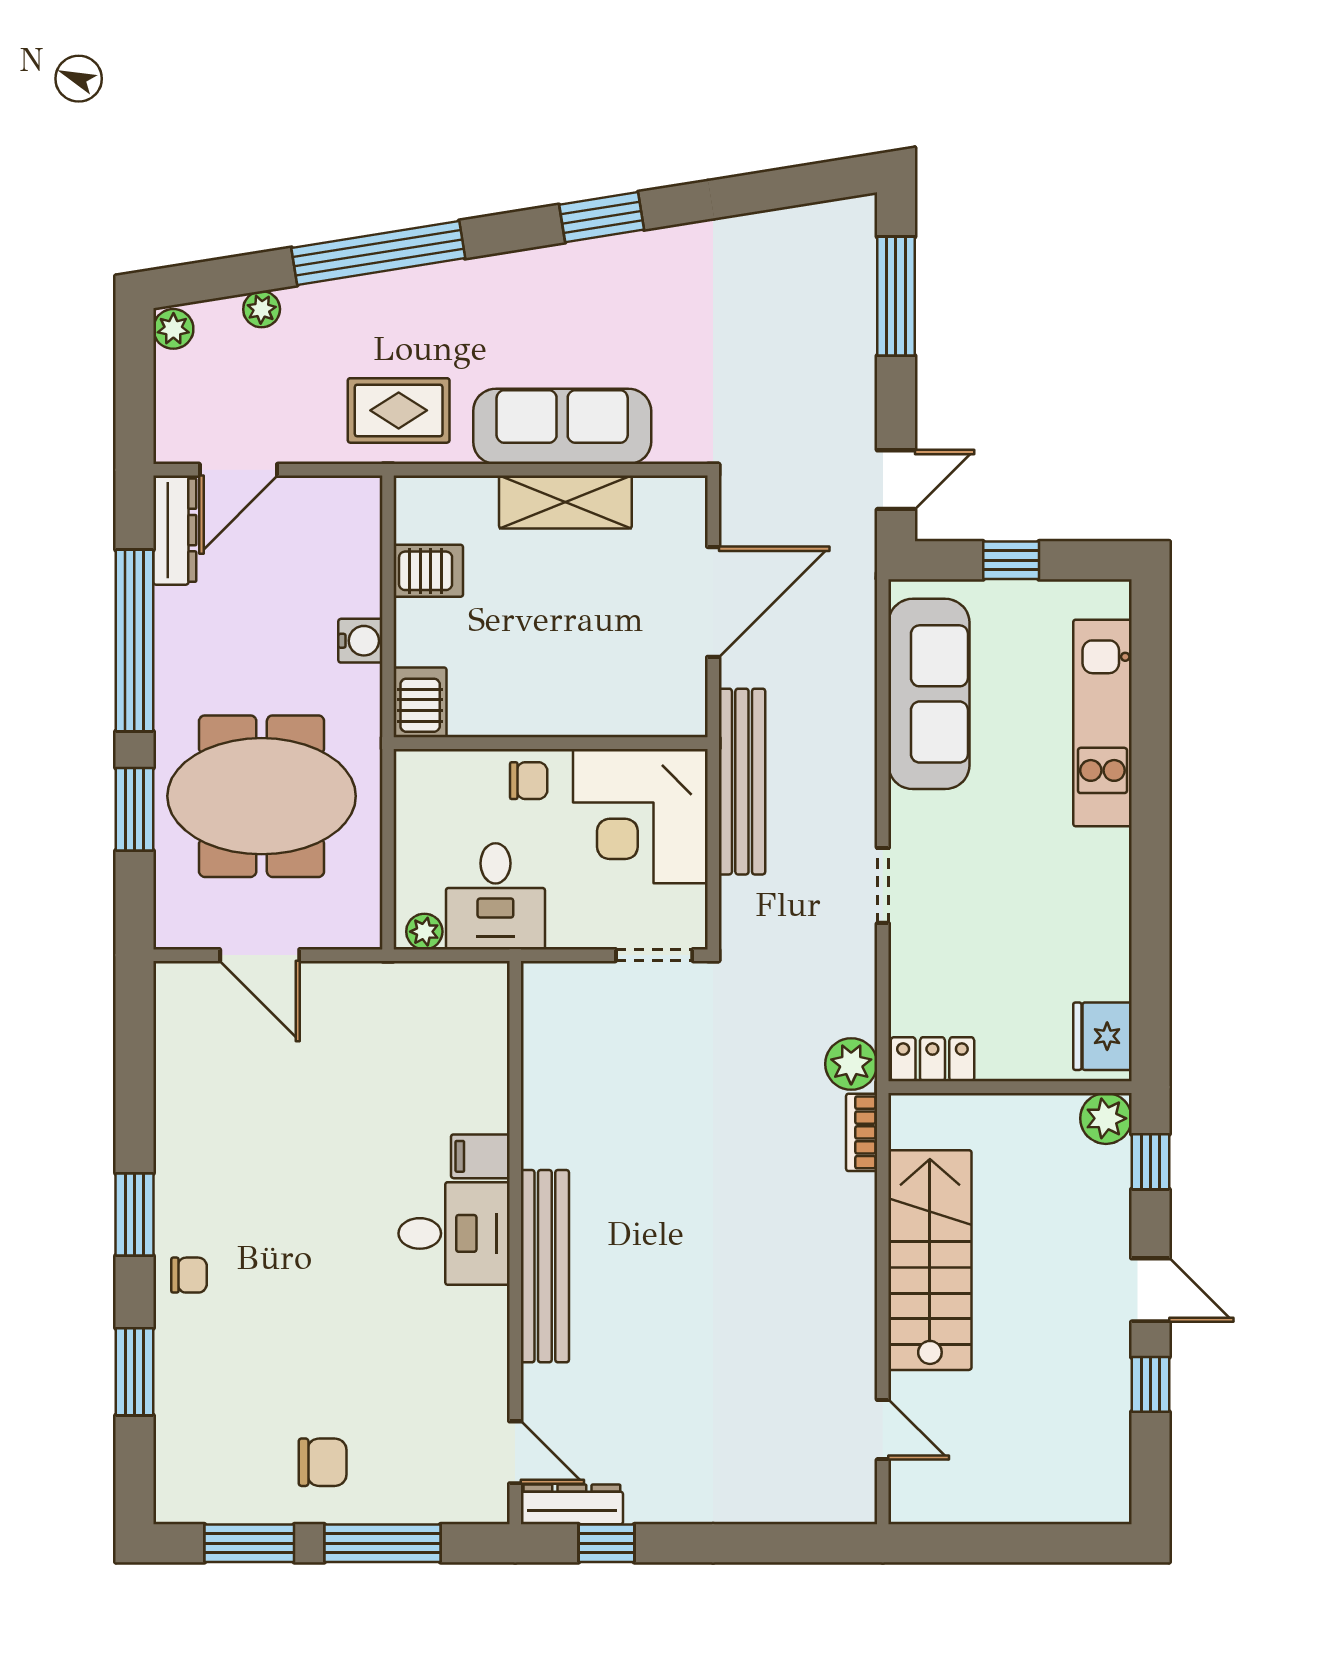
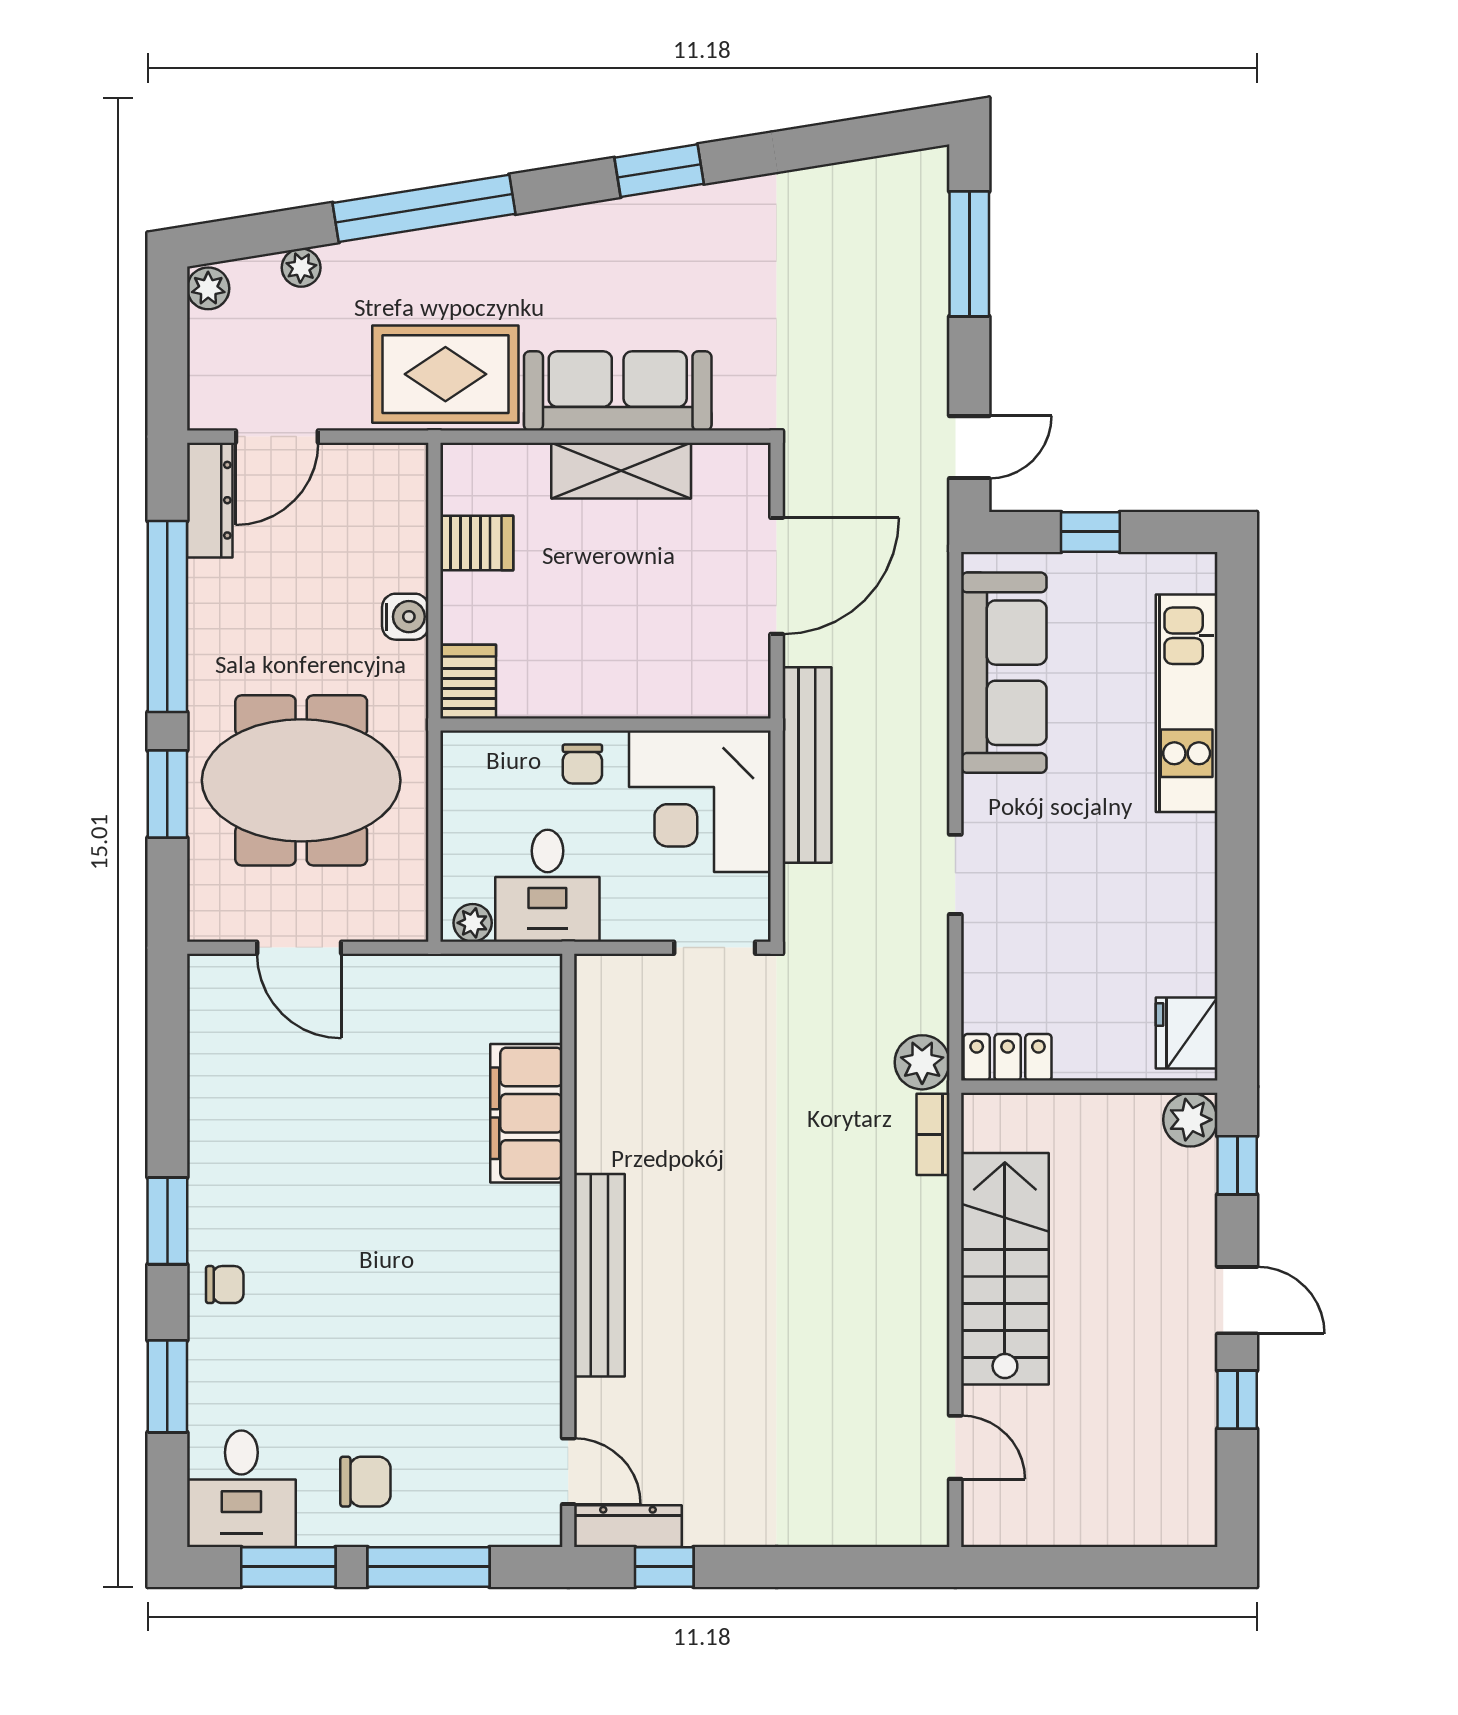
rug: (399, 410) -> (445, 374), width x1.36, depth x1.43
chair: (529, 781) -> (582, 764), turned 90
filing cabinet: (480, 1156) -> (526, 1113), width x3.00, depth x1.17
desk: (454, 1233) -> (241, 1489), moved, turned 90

